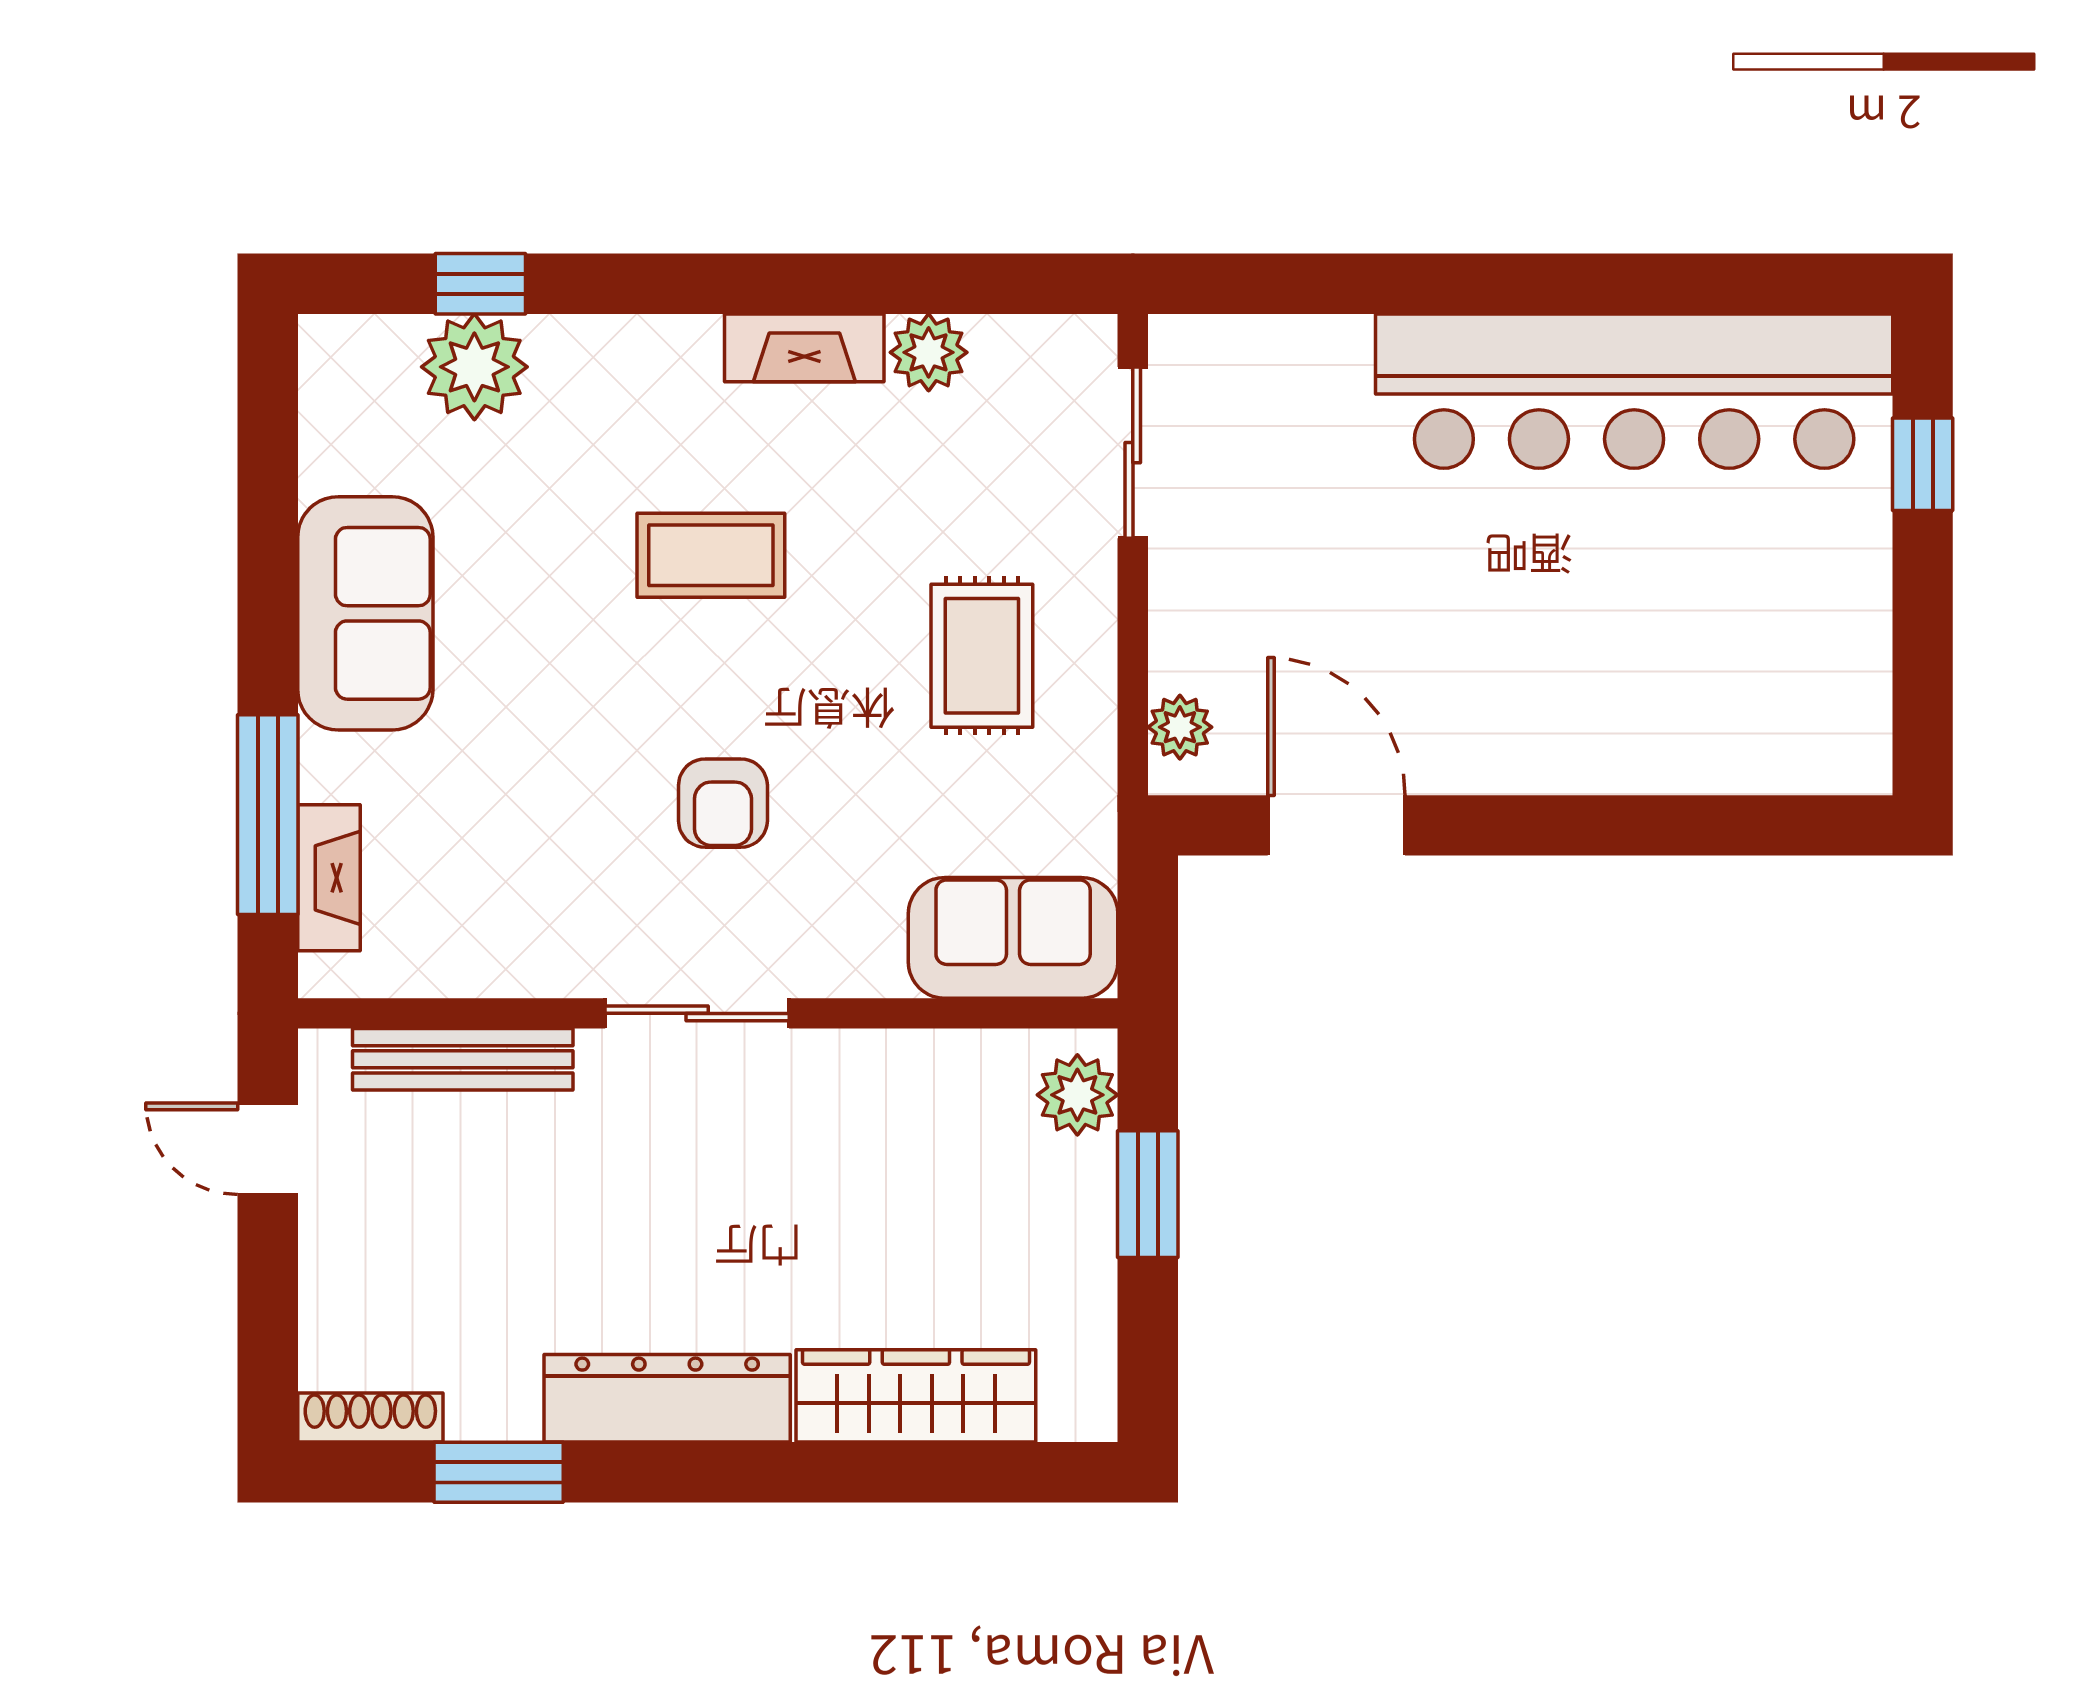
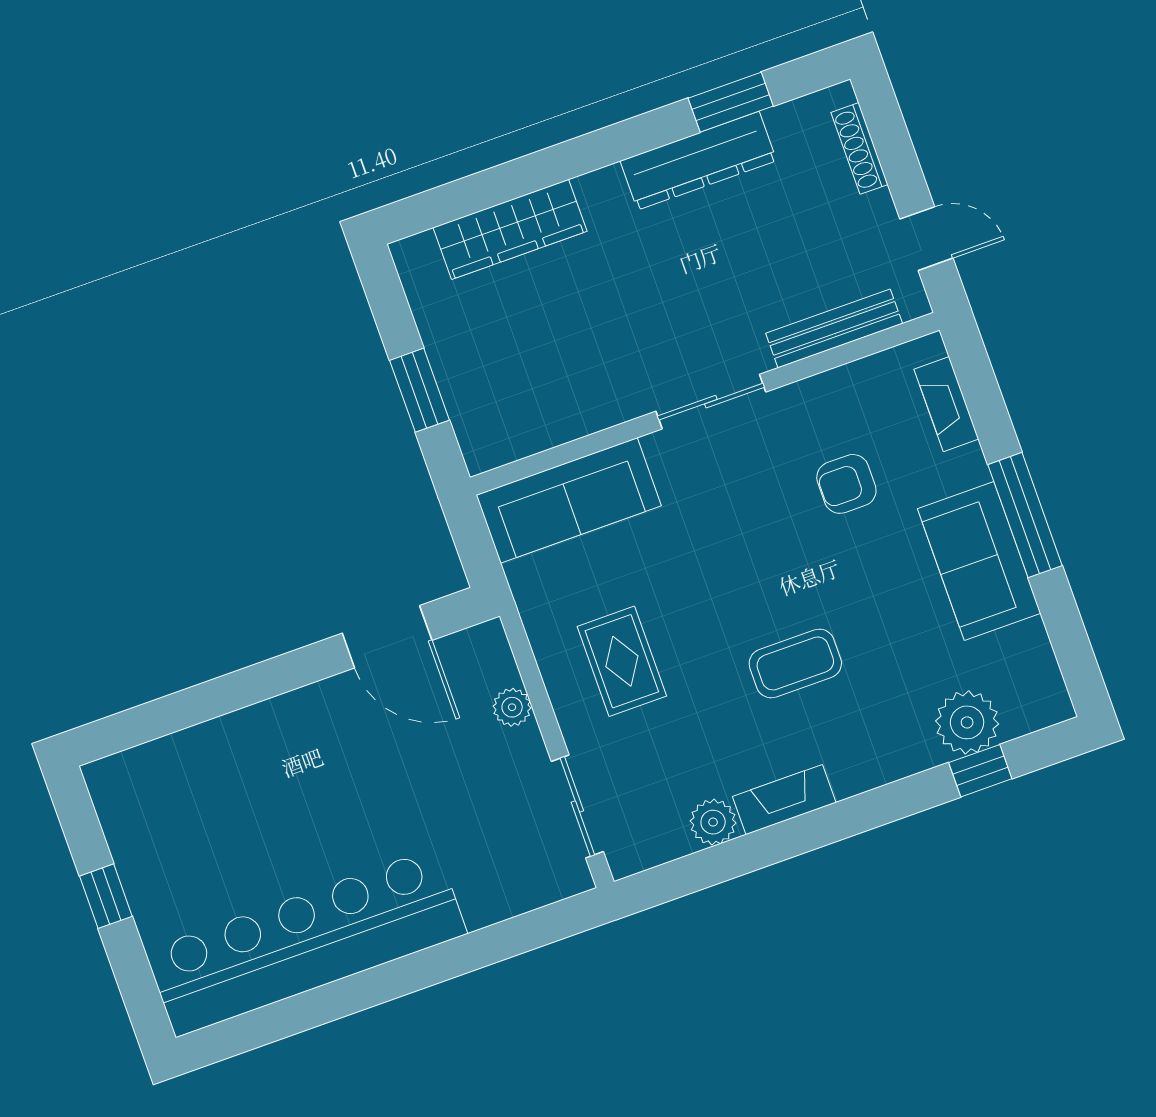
window: (1923, 464) -> (106, 896), moved
plant: (1180, 727) -> (512, 707), moved
armchair: (723, 803) -> (846, 484), moved, turned -90
window: (268, 815) -> (1025, 515), moved
sofa: (1013, 938) -> (569, 500), width x1.36
plant: (1077, 1095) -> (479, 432), removed
dresser: (667, 1398) -> (698, 161), moved
shoe rack: (370, 1418) -> (859, 148), moved, turned 90

